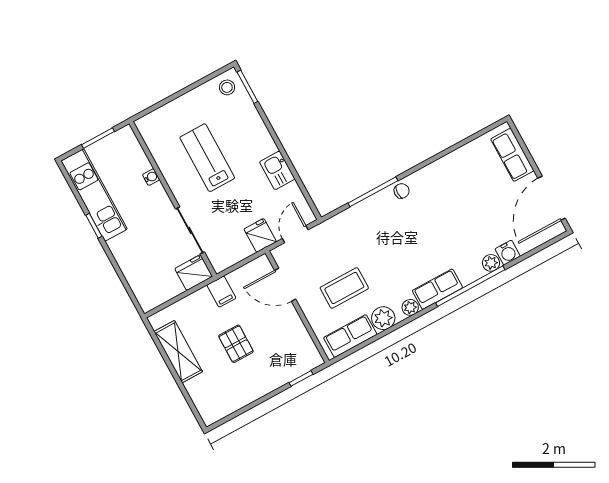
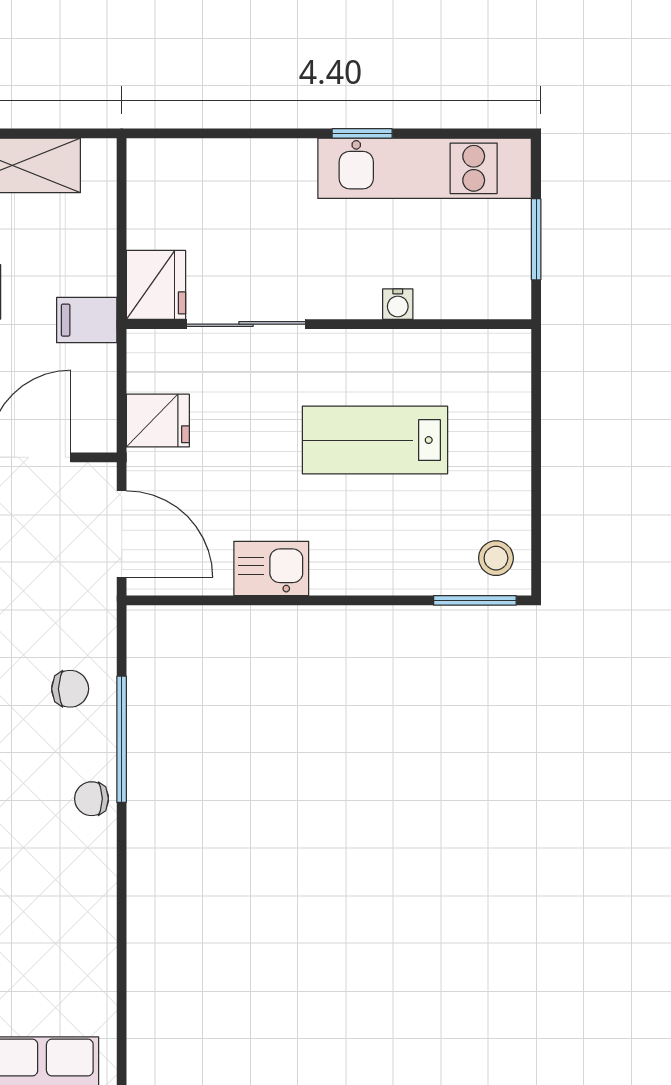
lab bench: (207, 158) -> (375, 440), turned 180
chair: (402, 191) -> (92, 799), turned 90
chair: (364, 222) -> (70, 689), added
door: (295, 234) -> (122, 534), width x1.38
fridge: (260, 235) -> (158, 421), moved

